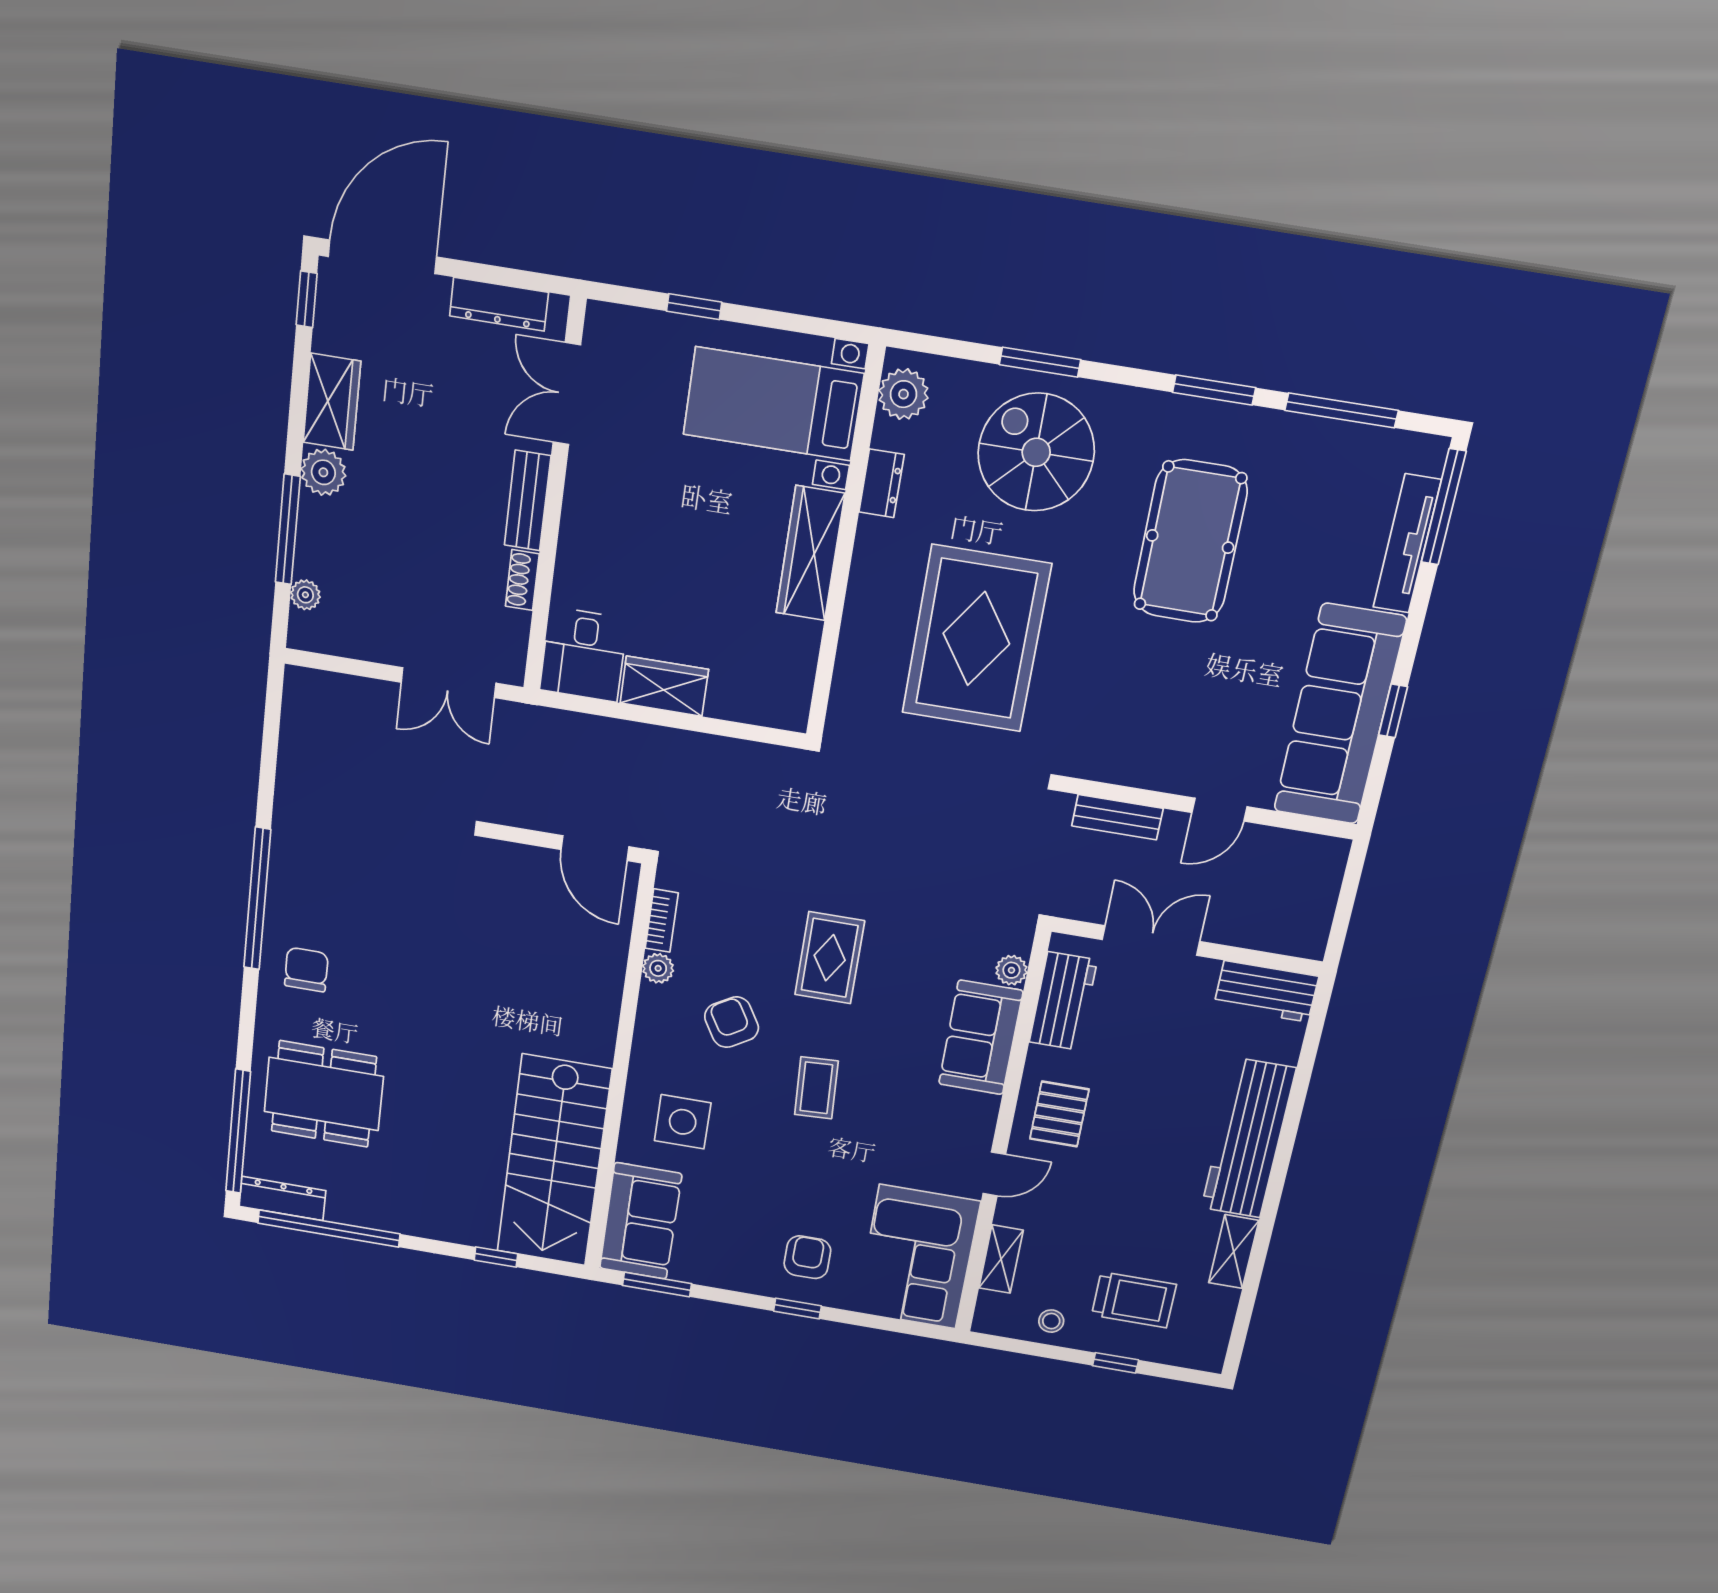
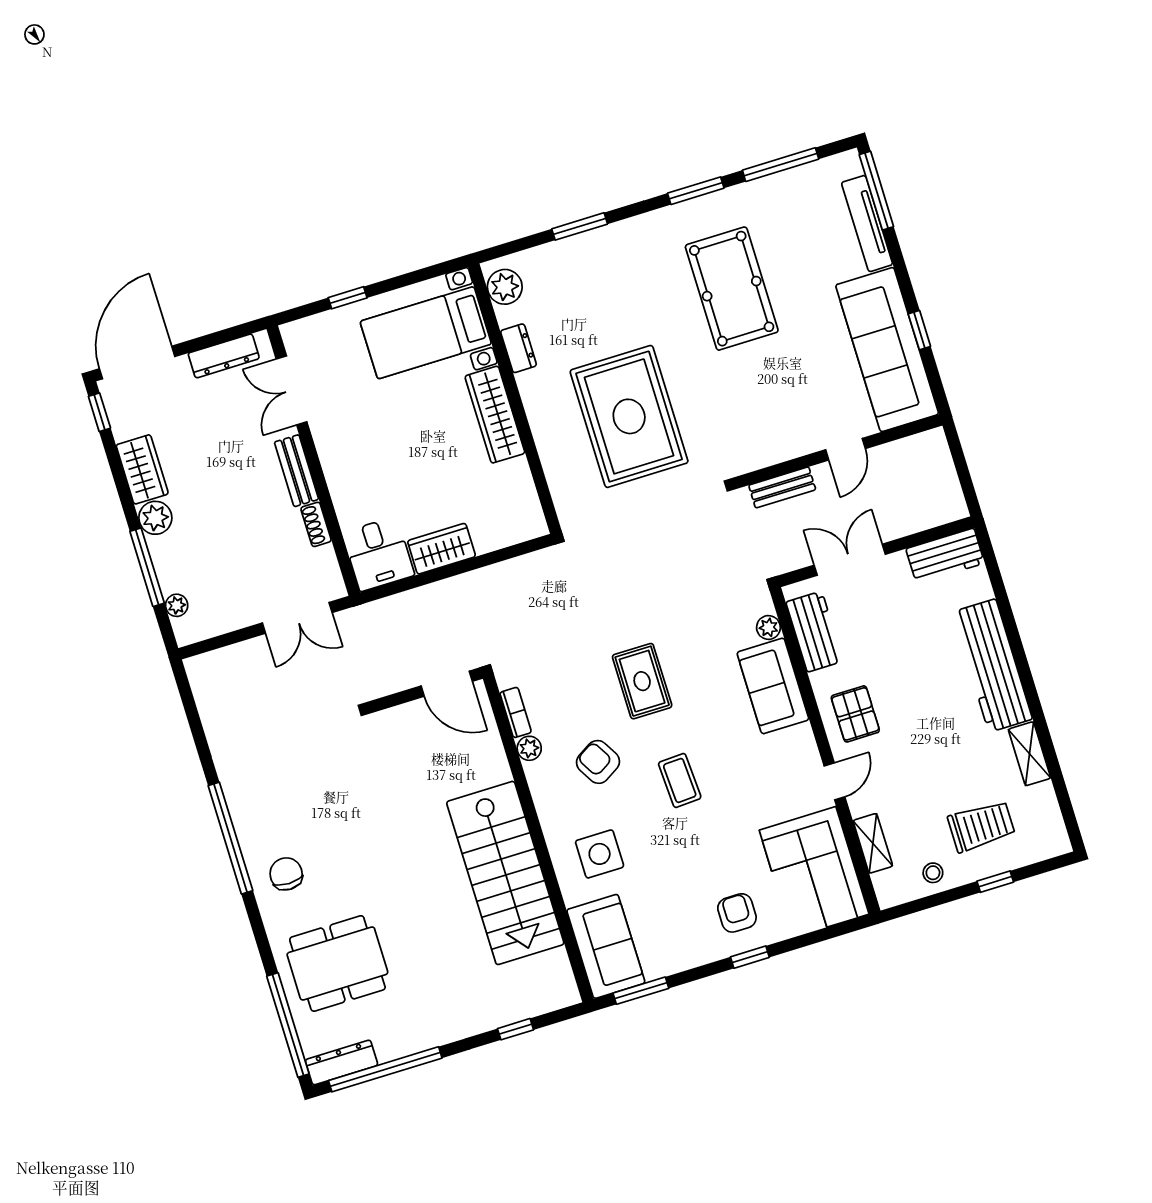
spiral stairs: (1036, 452) -> (606, 282), removed
stairs: (554, 1161) -> (505, 873), moved

